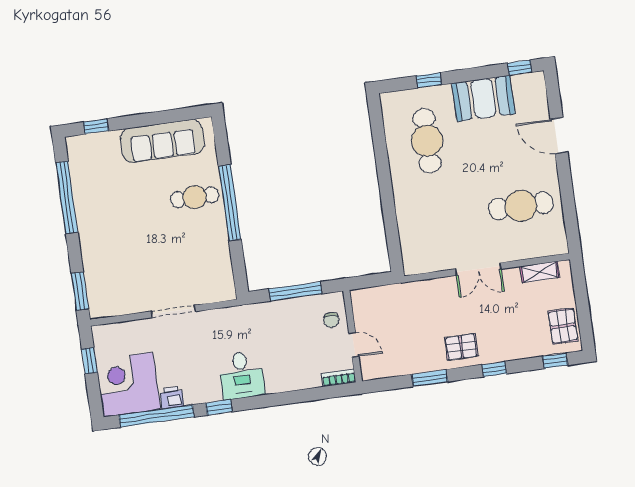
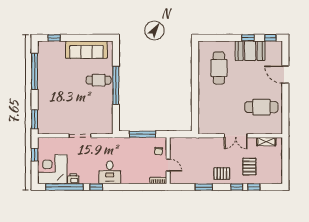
window: (429, 80) -> (248, 38), moved
pallet: (563, 326) -> (249, 167), moved
window: (555, 361) -> (254, 187), moved

